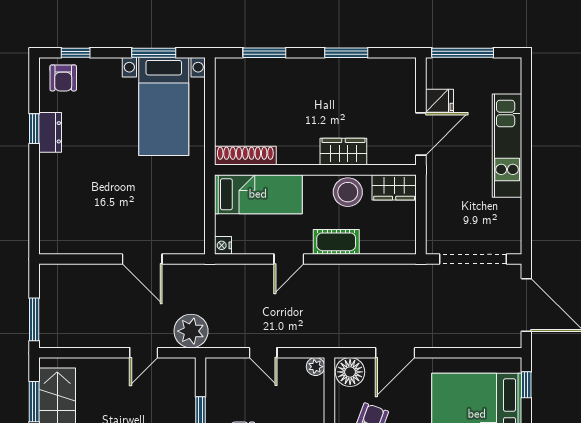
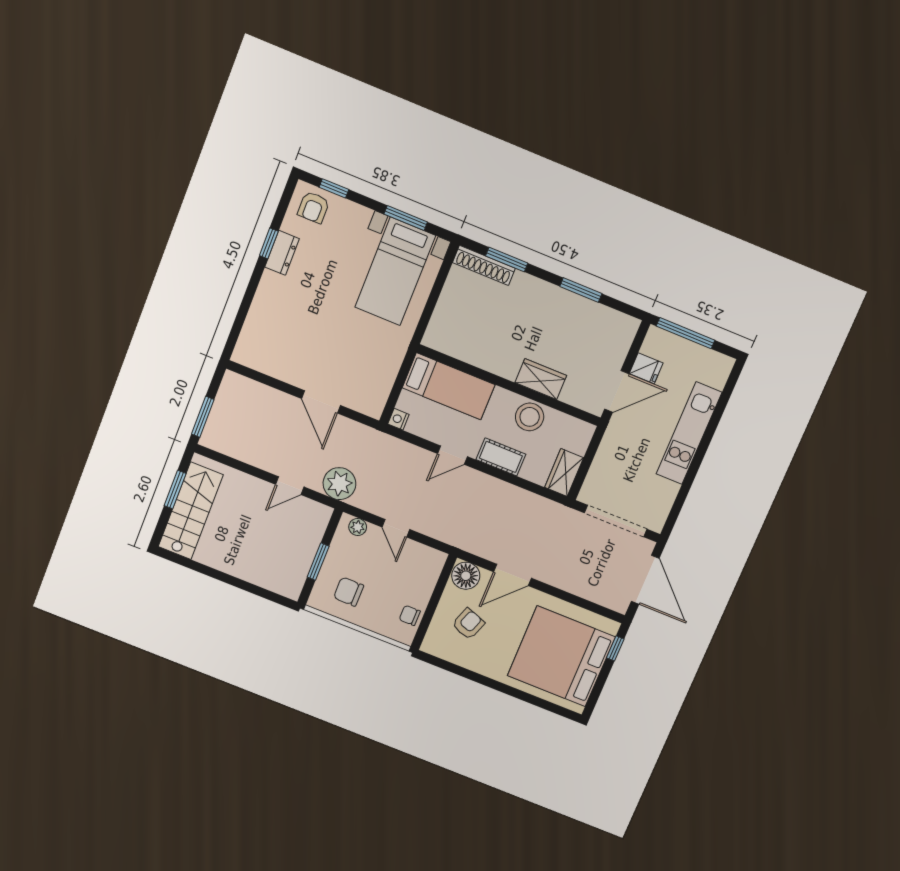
shoe rack: (245, 156) -> (484, 265), moved, turned 180
wardrobe: (394, 187) -> (564, 473), moved, turned 90
plant: (316, 367) -> (358, 527), moved

